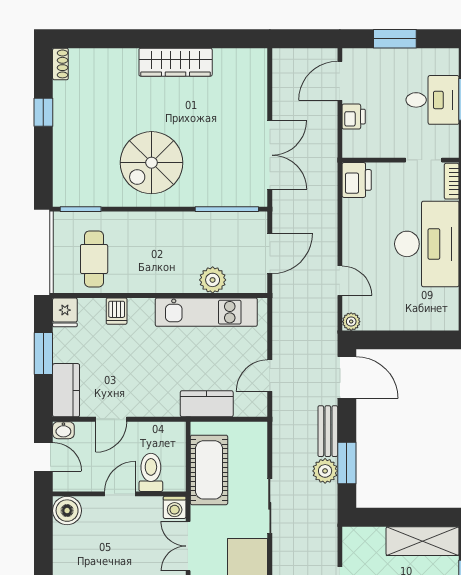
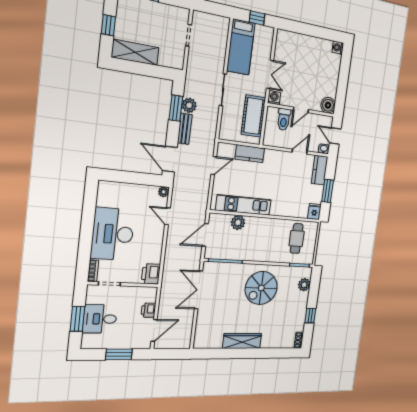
spiral stairs: (152, 163) -> (261, 288), turned 180
plant: (65, 172) -> (304, 285), added
dishwasher: (117, 311) -> (289, 210), removed

